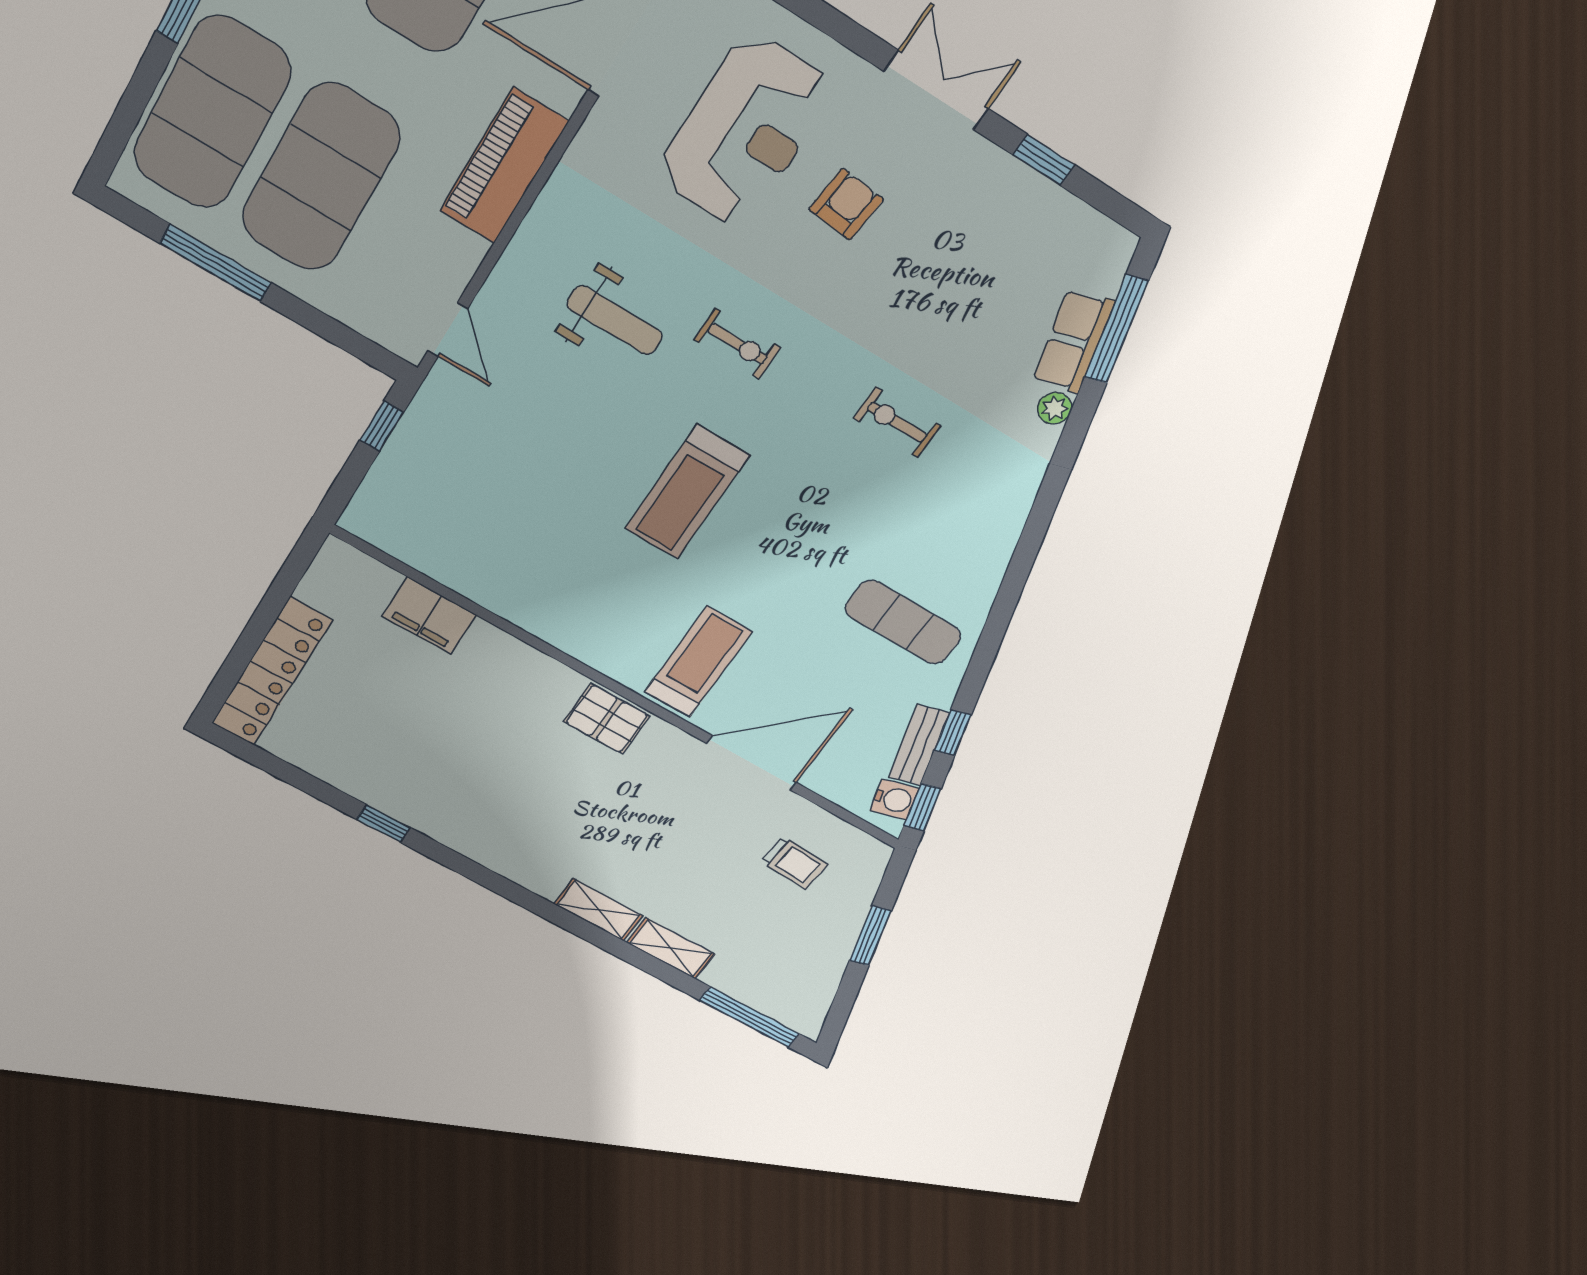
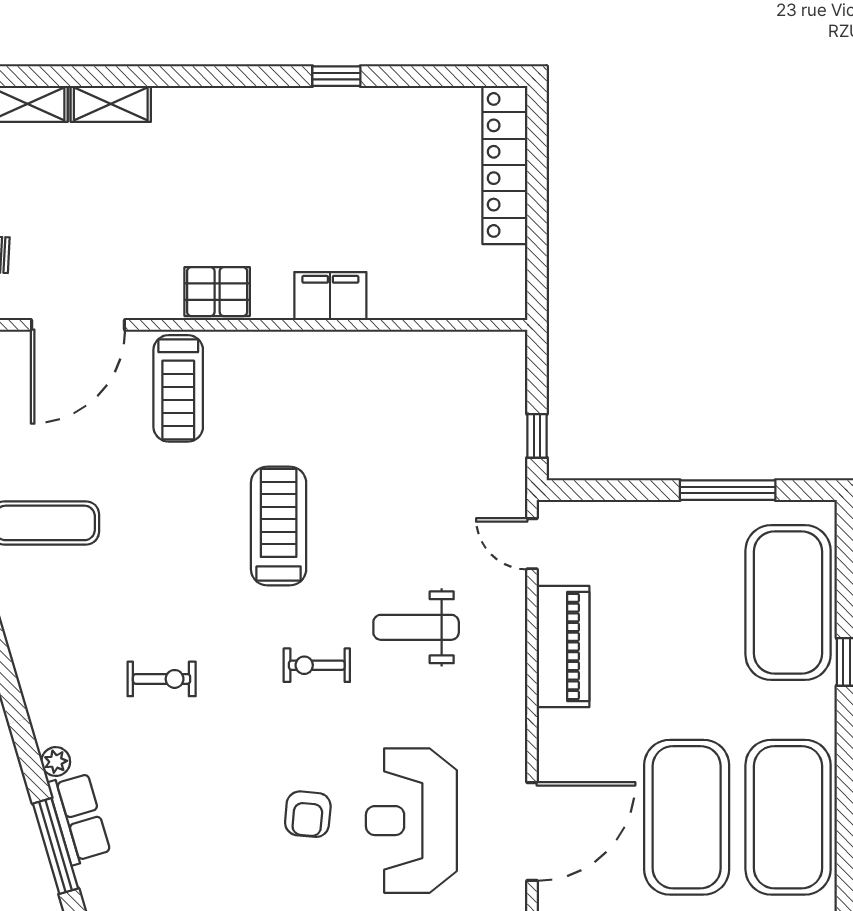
piano: (504, 166) -> (563, 646), moved
exercise mat: (321, 178) -> (687, 603), removed
filing cabinet: (429, 616) -> (330, 296), moved

